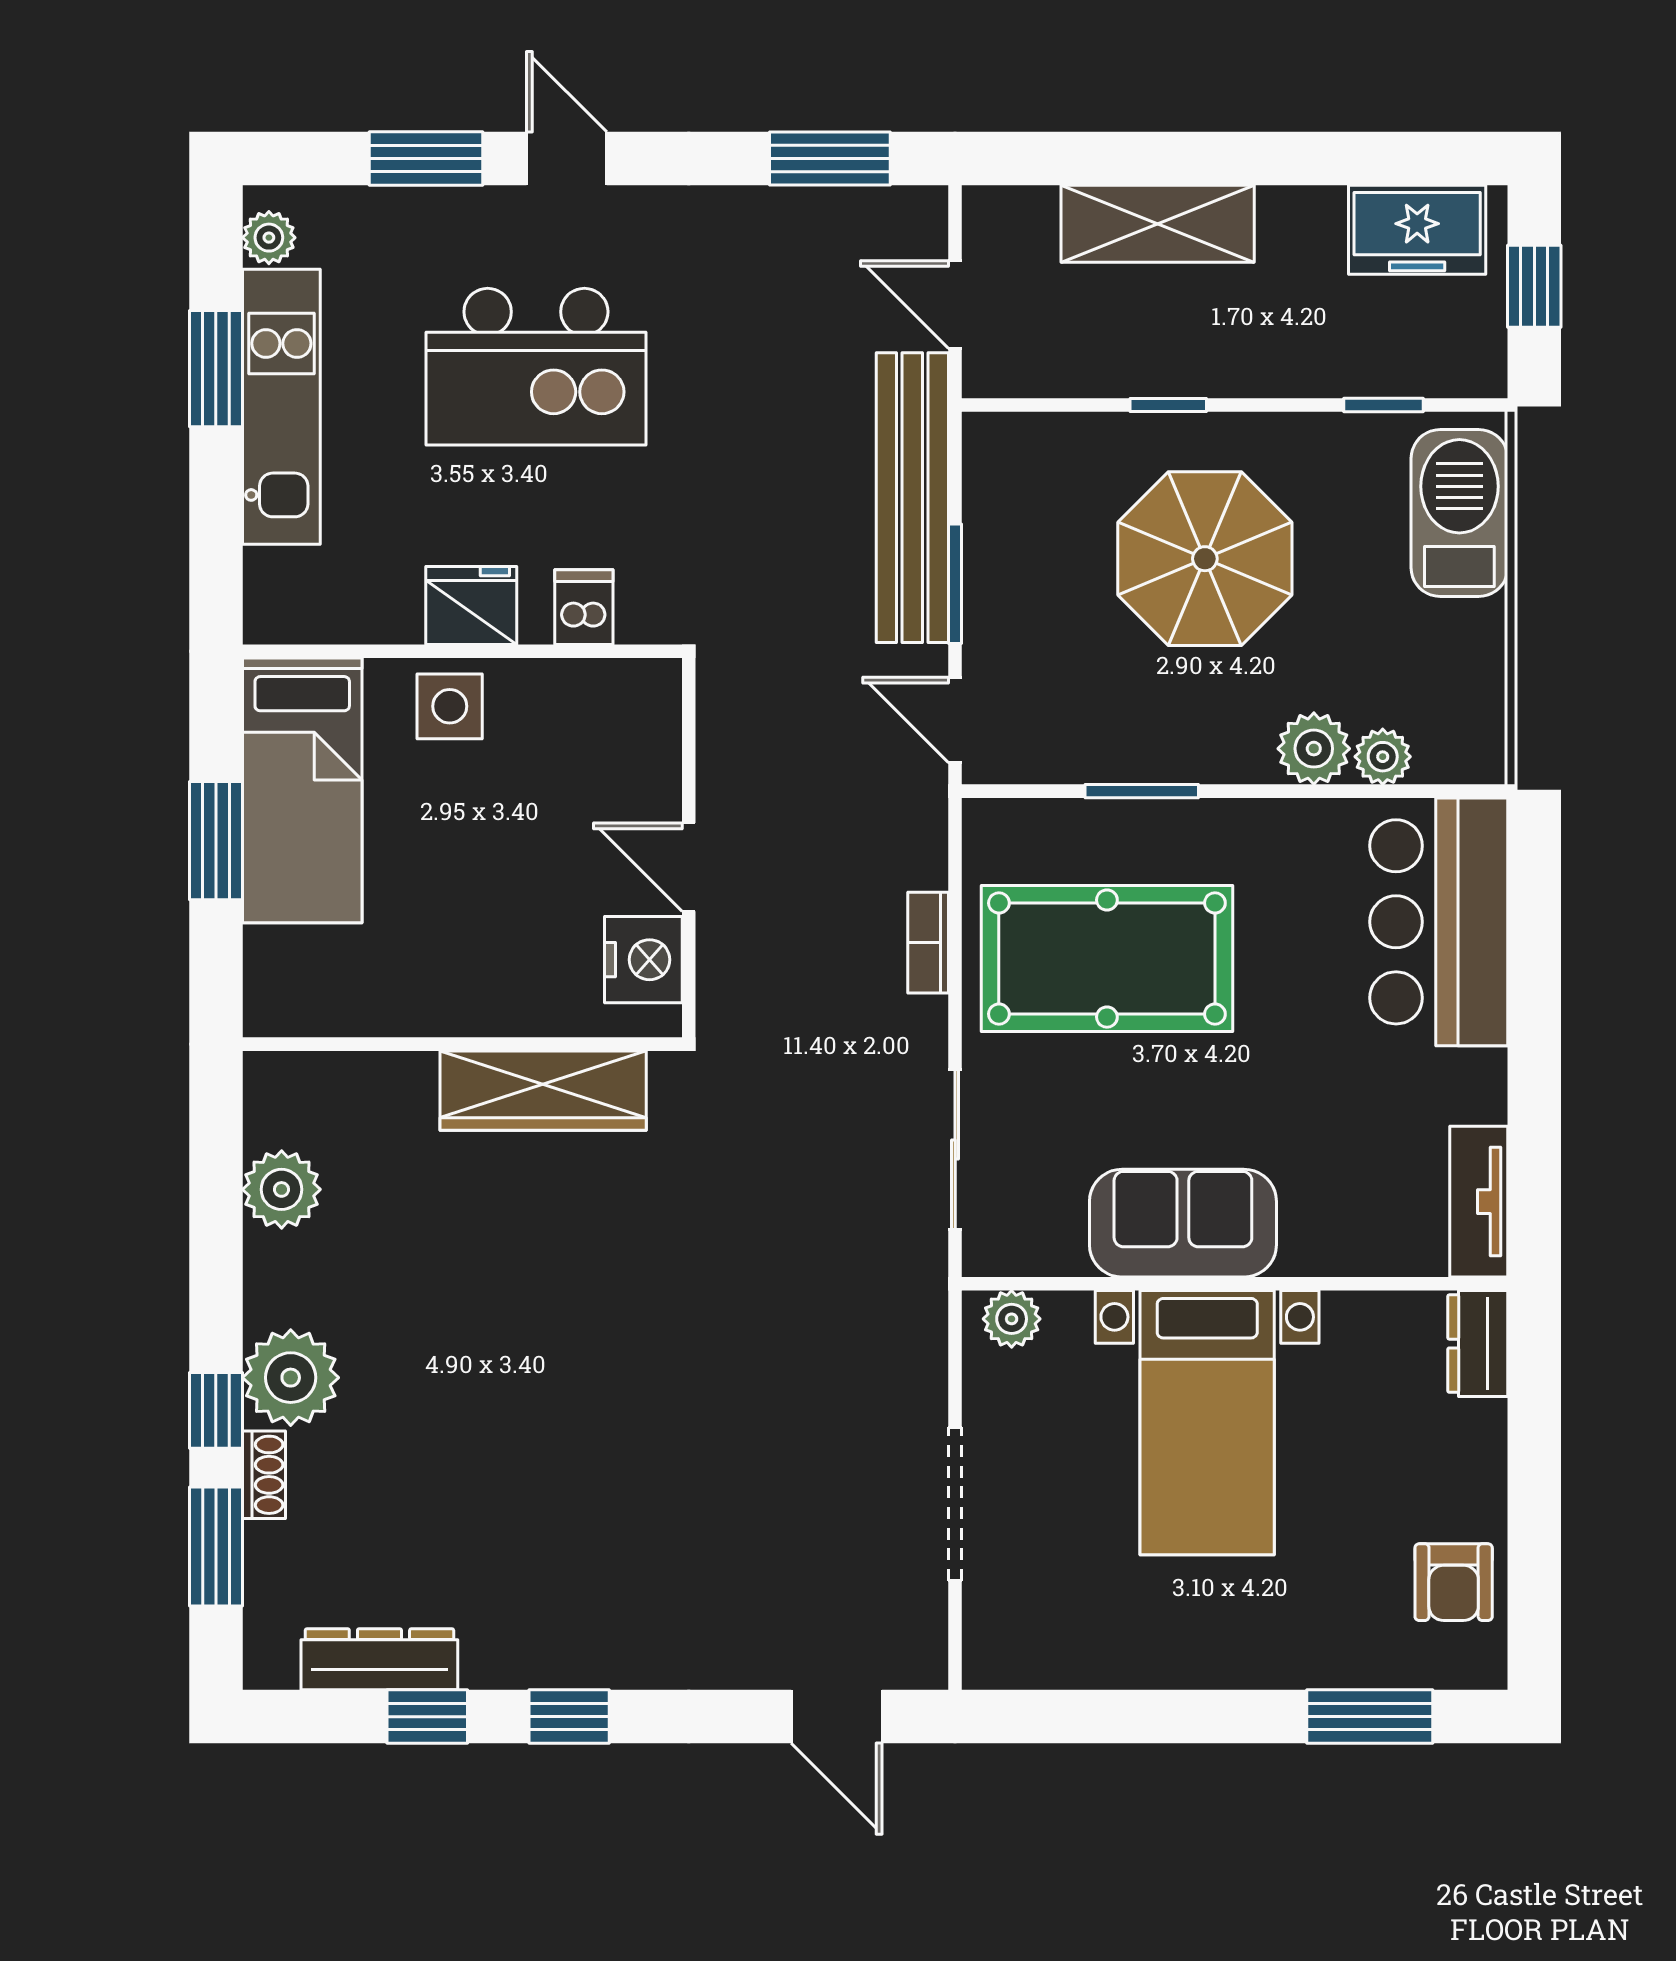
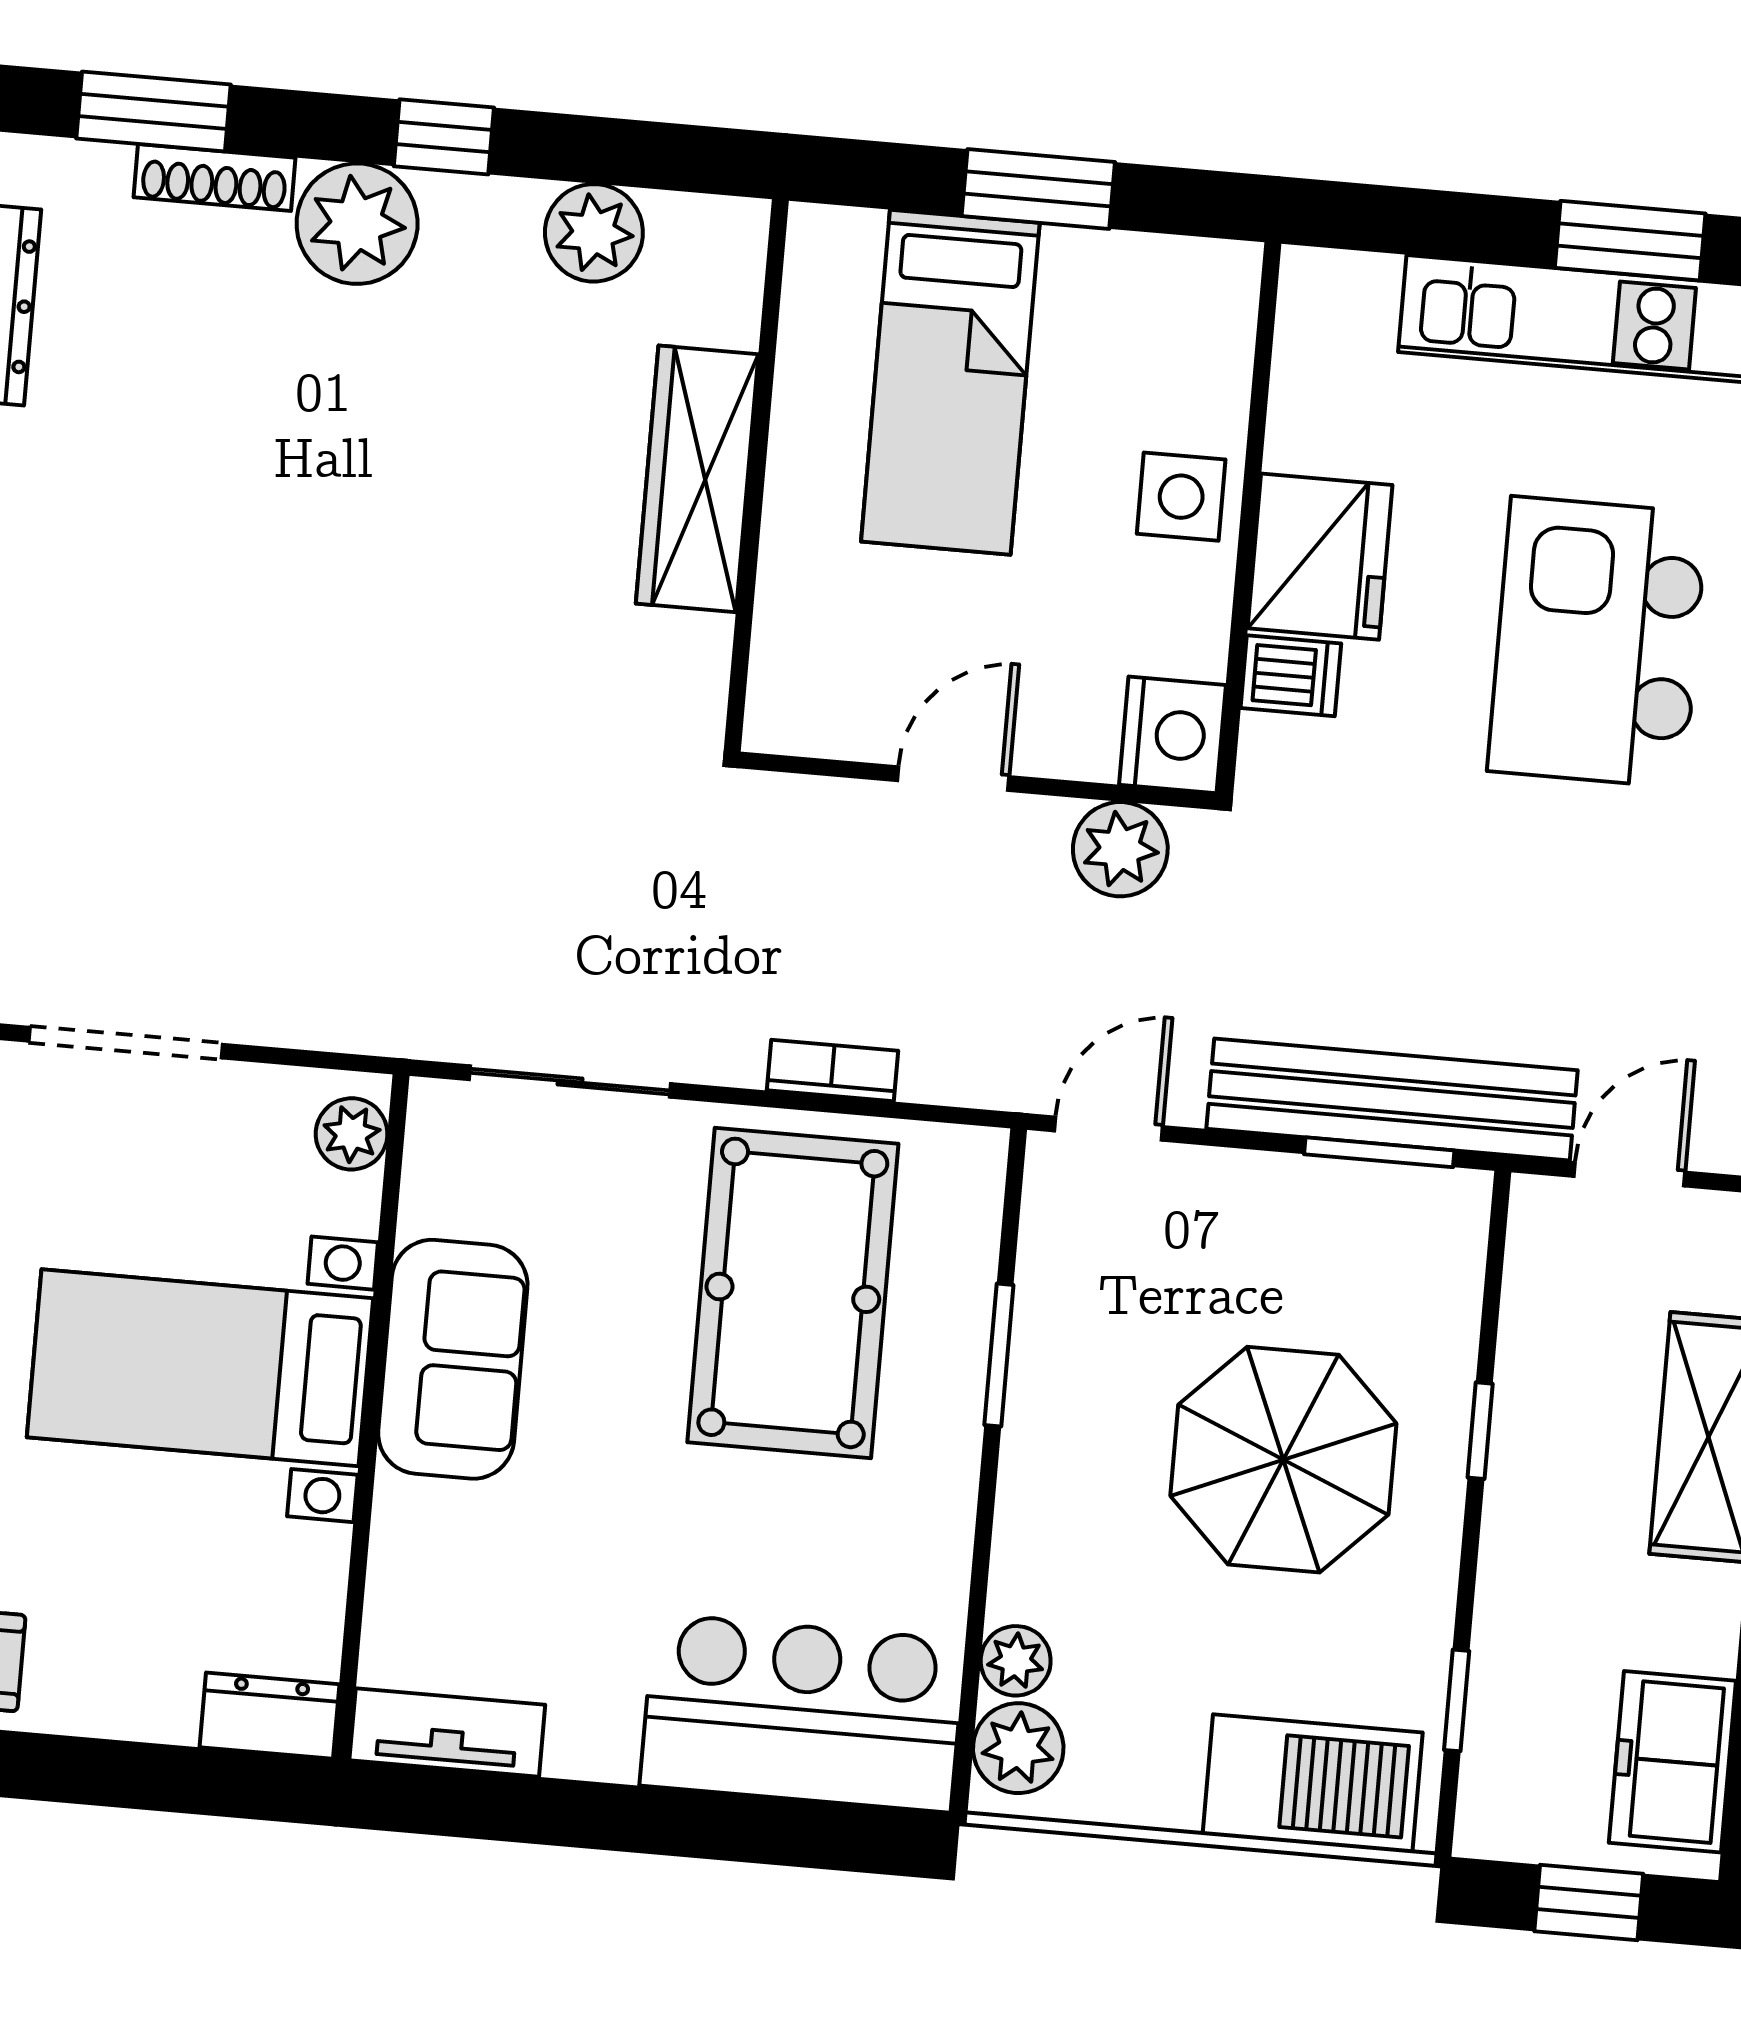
window: (955, 584) -> (1379, 1152), moved
fridge: (471, 606) -> (1320, 557), width x1.36, depth x1.34
plant: (733, 730) -> (1120, 849), added
plant: (1314, 749) -> (1018, 1748), moved
bed: (302, 790) -> (950, 382), moved, turned -90
nightstand: (643, 960) -> (1172, 735), moved, turned -90
wardrobe: (543, 1091) -> (697, 479), moved
window: (216, 1410) -> (444, 137), moved
shoe rack: (264, 1475) -> (214, 177), width x1.43

